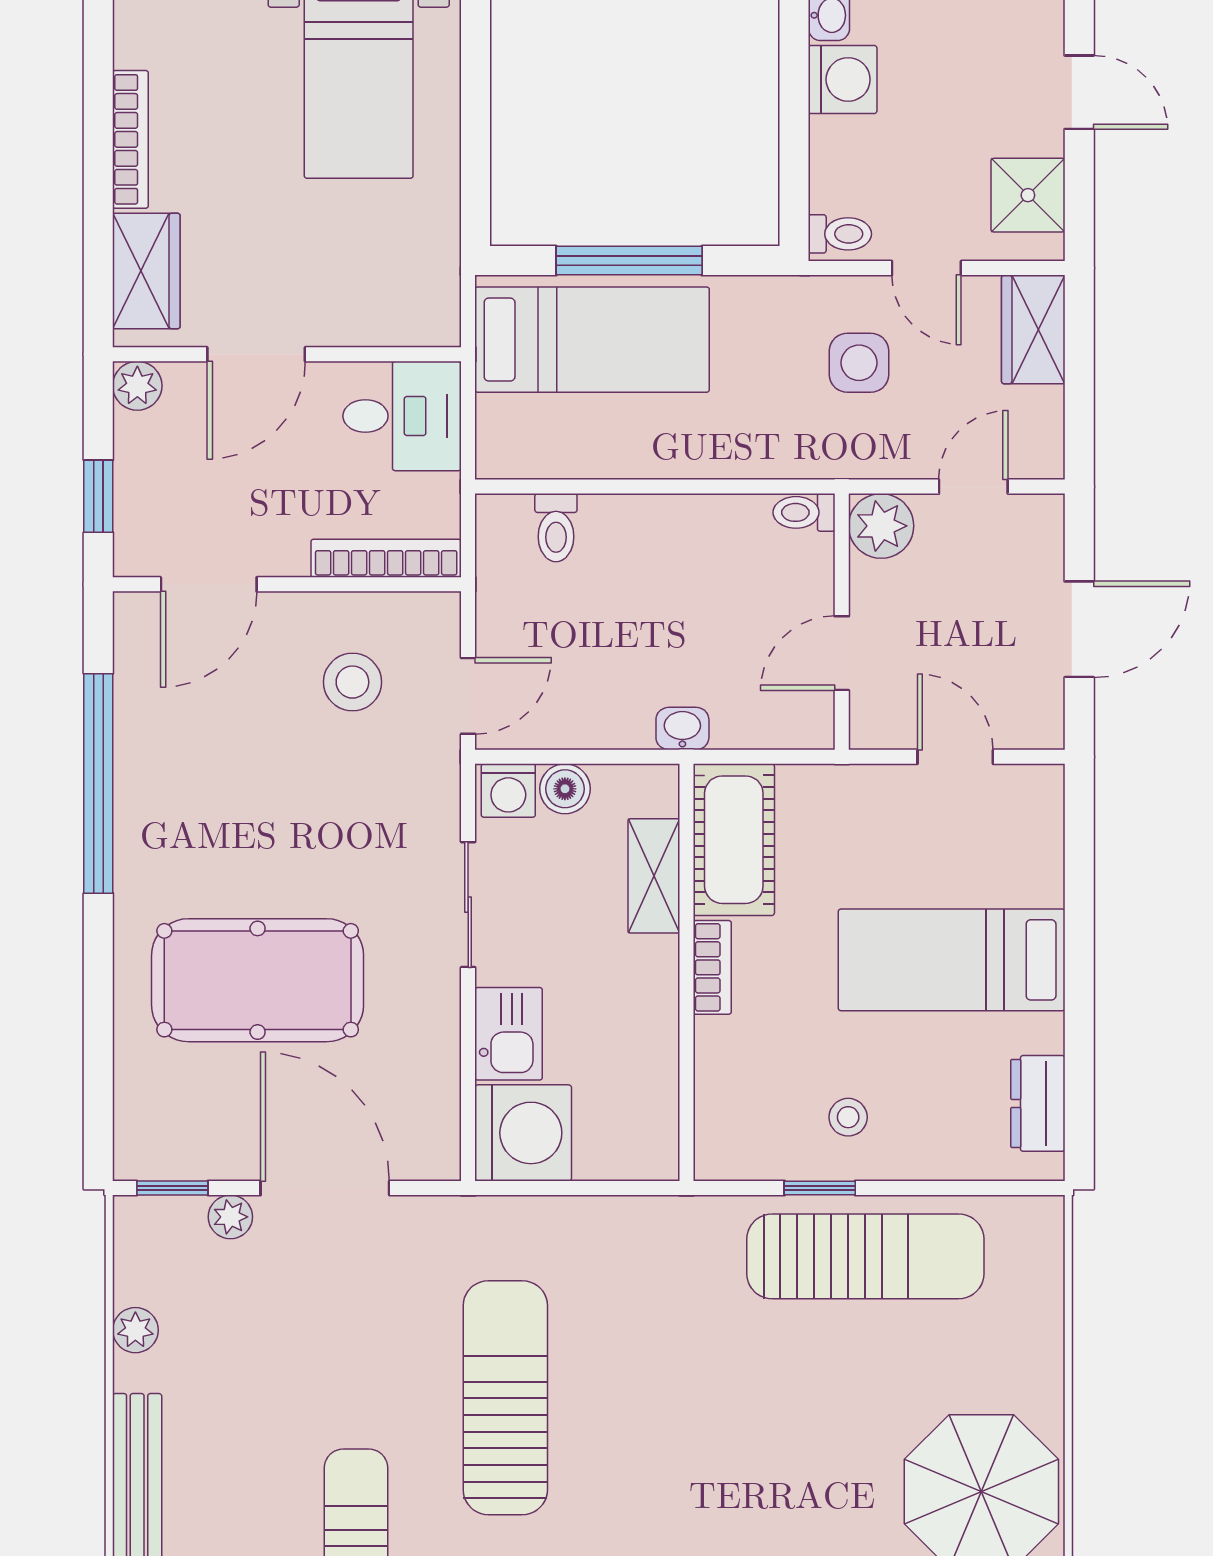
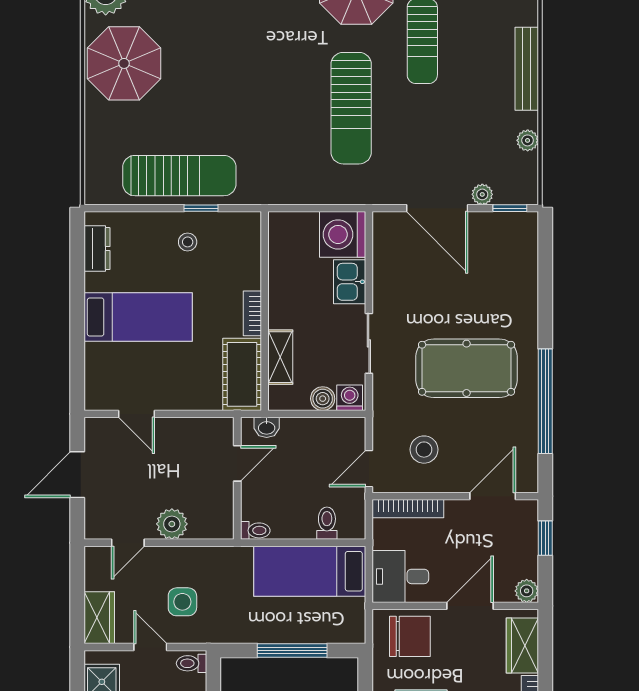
chair: (382, 290) -> (410, 636), added
bed: (592, 340) -> (310, 571), moved
toilet: (804, 512) -> (255, 530), moved
wall: (842, 622) -> (237, 478), moved
door: (842, 653) -> (237, 463), moved
door: (468, 696) -> (369, 469), moved
pool table: (258, 980) -> (467, 368), moved
sun lounger: (865, 1256) -> (179, 176), turned 180

